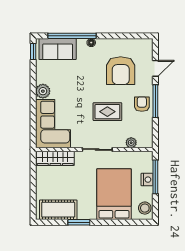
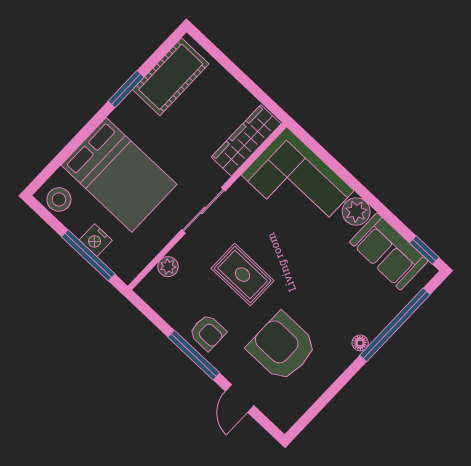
sofa: (58, 49) -> (389, 252), moved, turned -90
rug: (107, 112) -> (243, 275), turned 90

